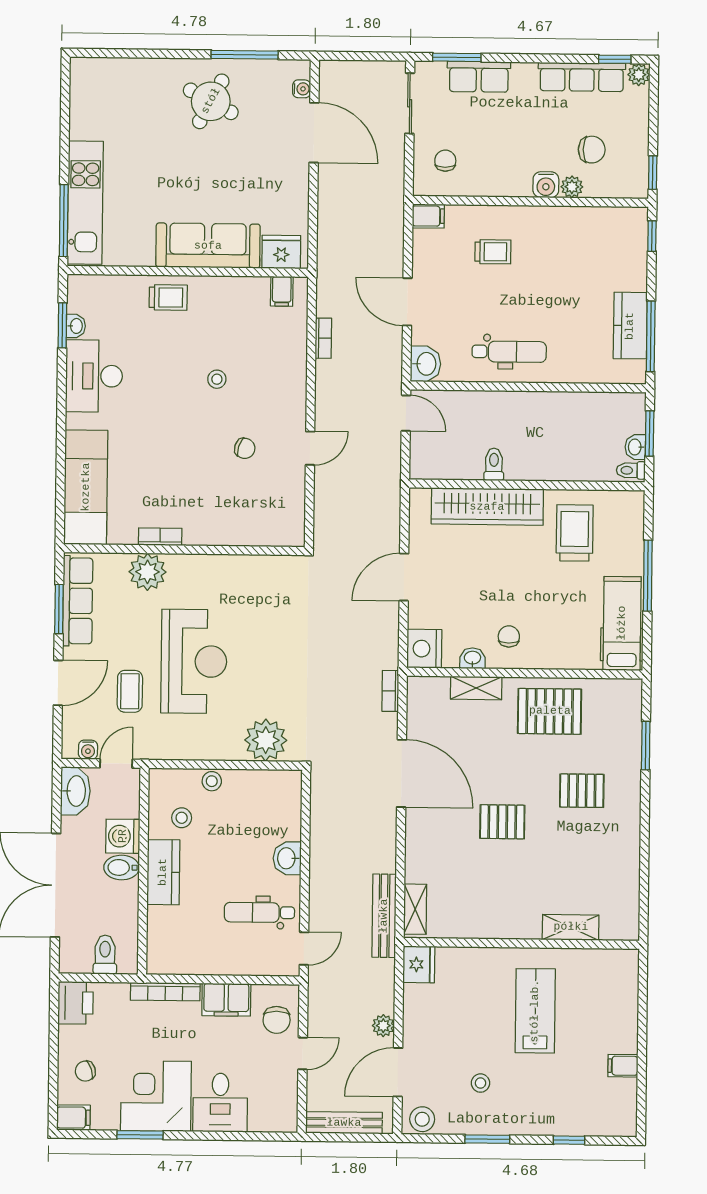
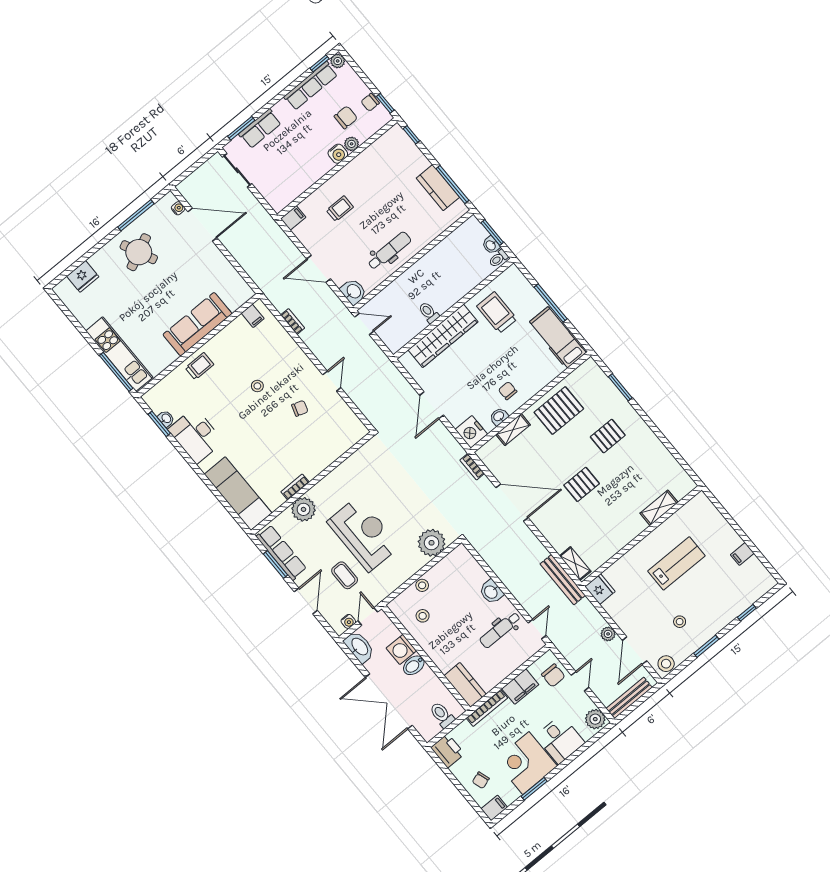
round table: (211, 101) -> (139, 252), turned 37
chair: (445, 161) -> (370, 102), moved, turned -90
fridge: (281, 252) -> (83, 276), moved, turned 180
kitchen counter: (163, 872) -> (465, 685), moved
lab bench: (535, 1011) -> (676, 563), turned 90
plant: (282, 1114) -> (595, 719), added

